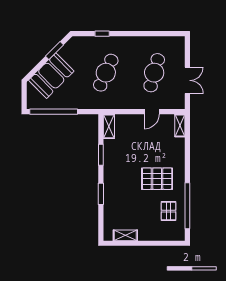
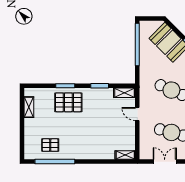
double door: (187, 80) -> (165, 162), swing flipped
door: (152, 112) -> (137, 114), moved
pallet: (157, 179) -> (68, 102), moved, turned 90

